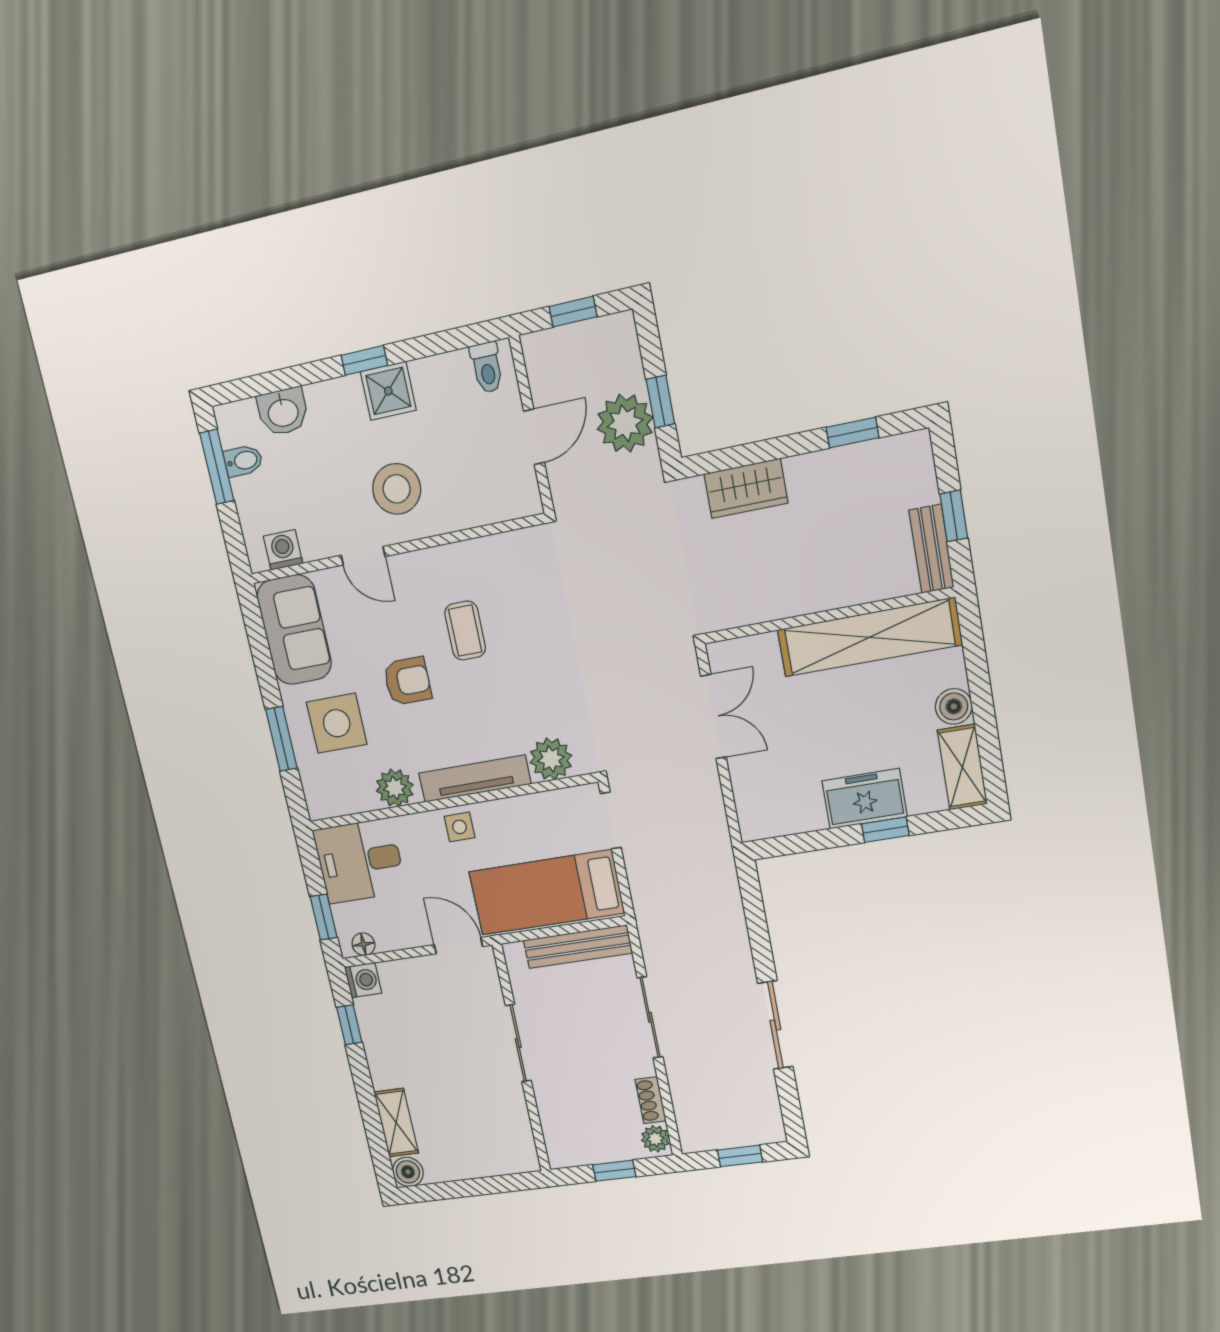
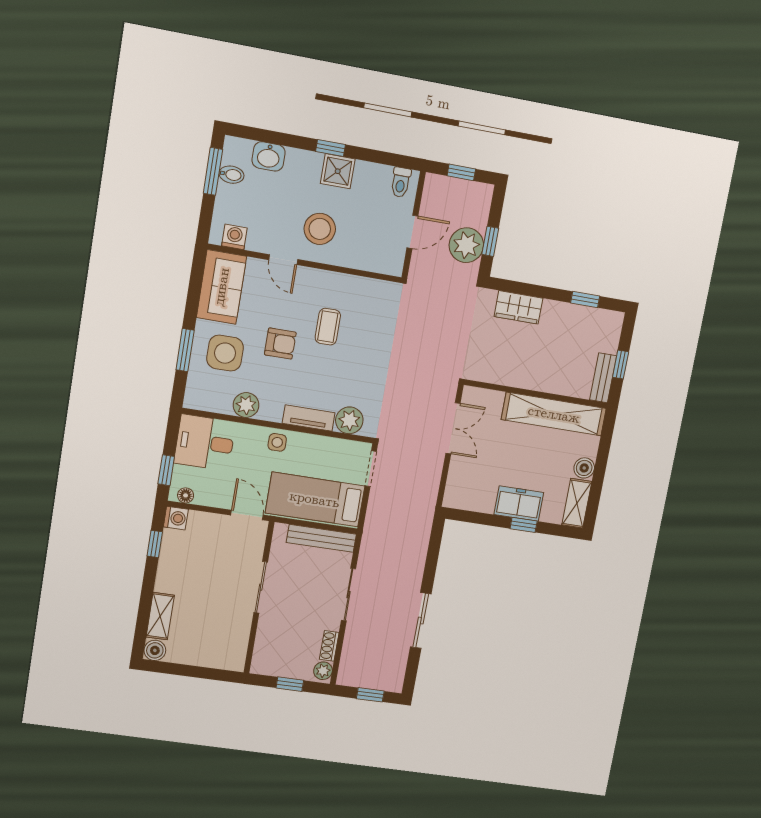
tv unit: (475, 779) -> (309, 418), width x0.71

